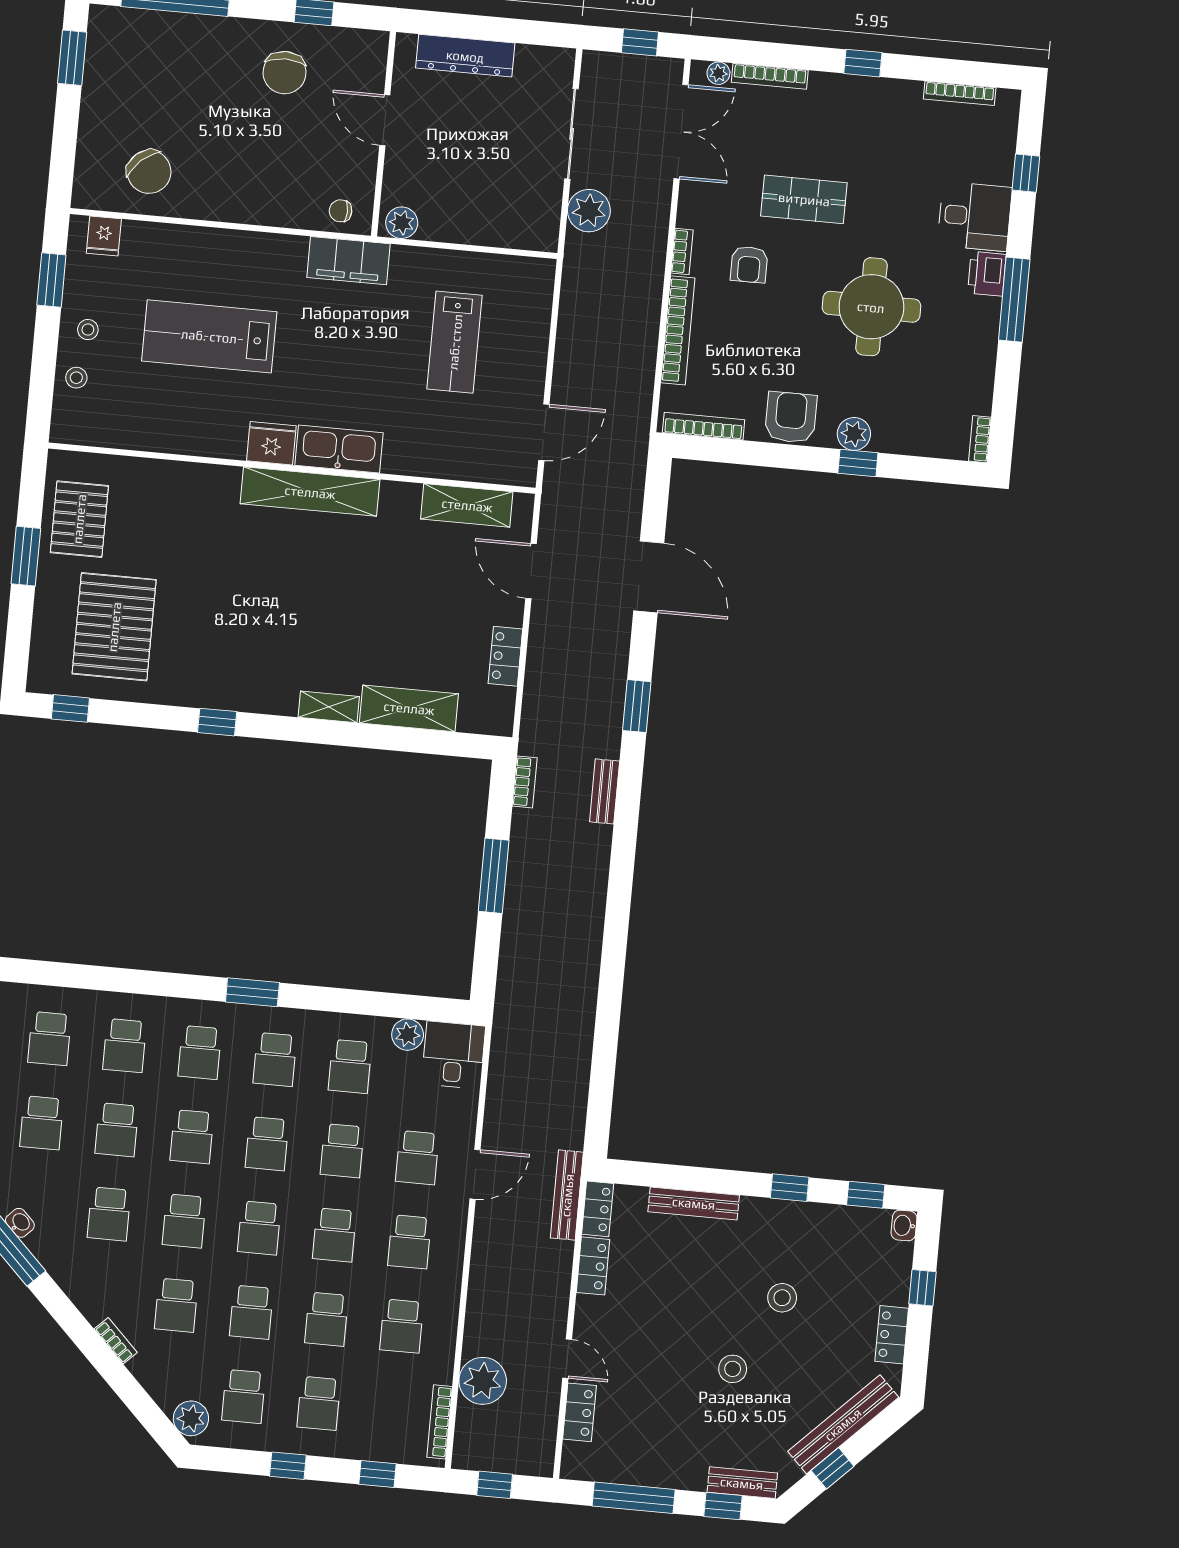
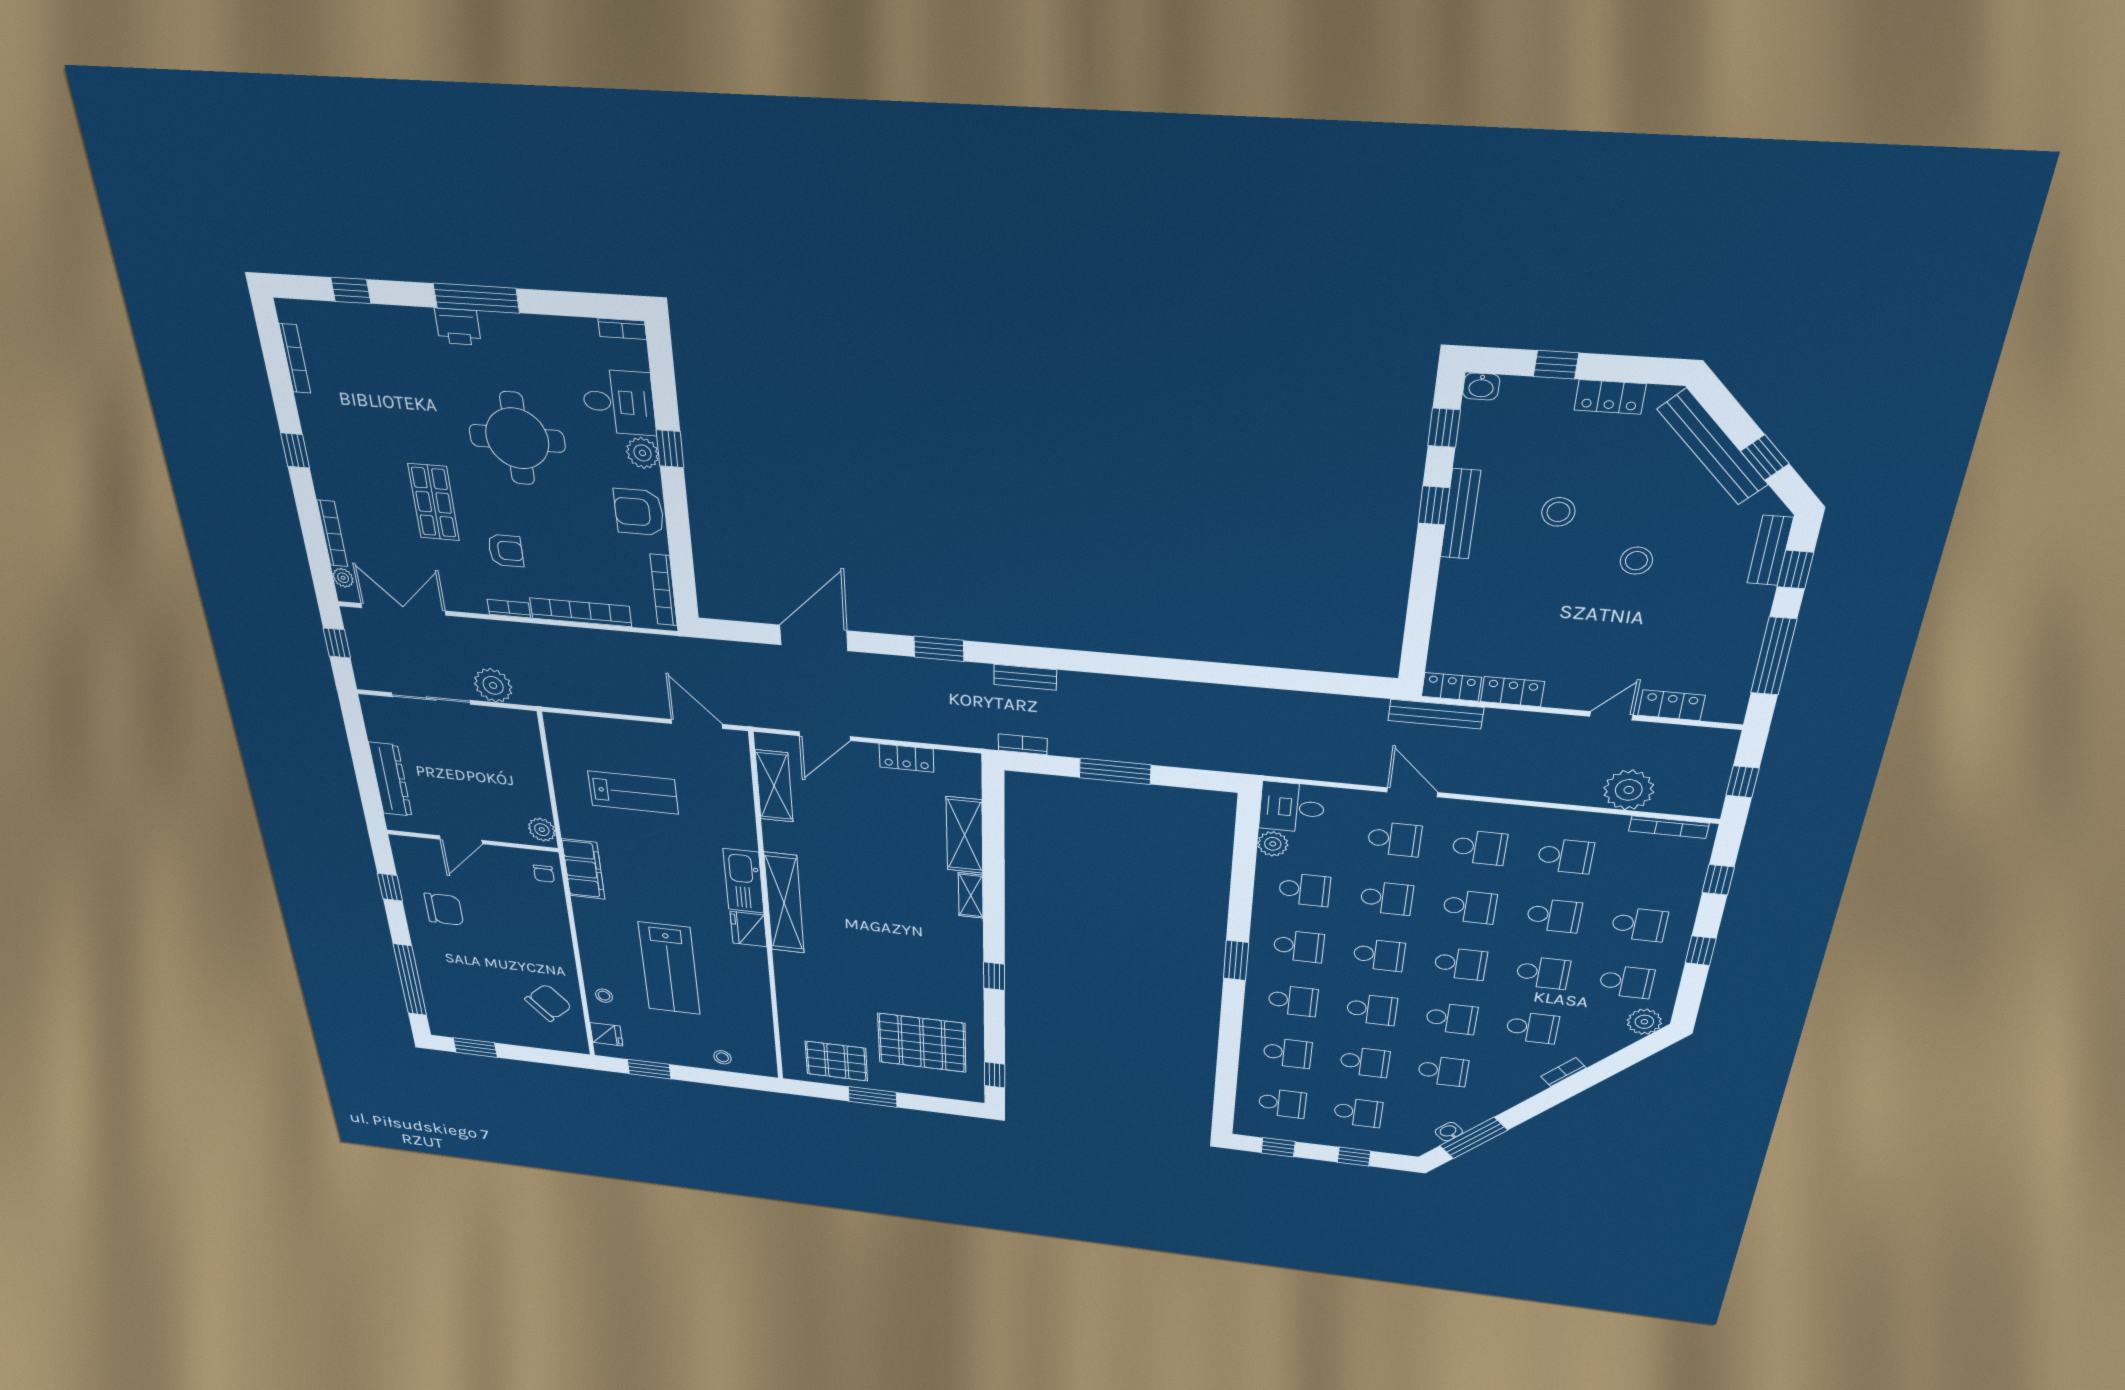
desk: (975, 216) -> (619, 402), moved, turned 90
stool: (88, 330) -> (604, 996), moved
bench: (694, 1203) -> (1460, 514), moved

